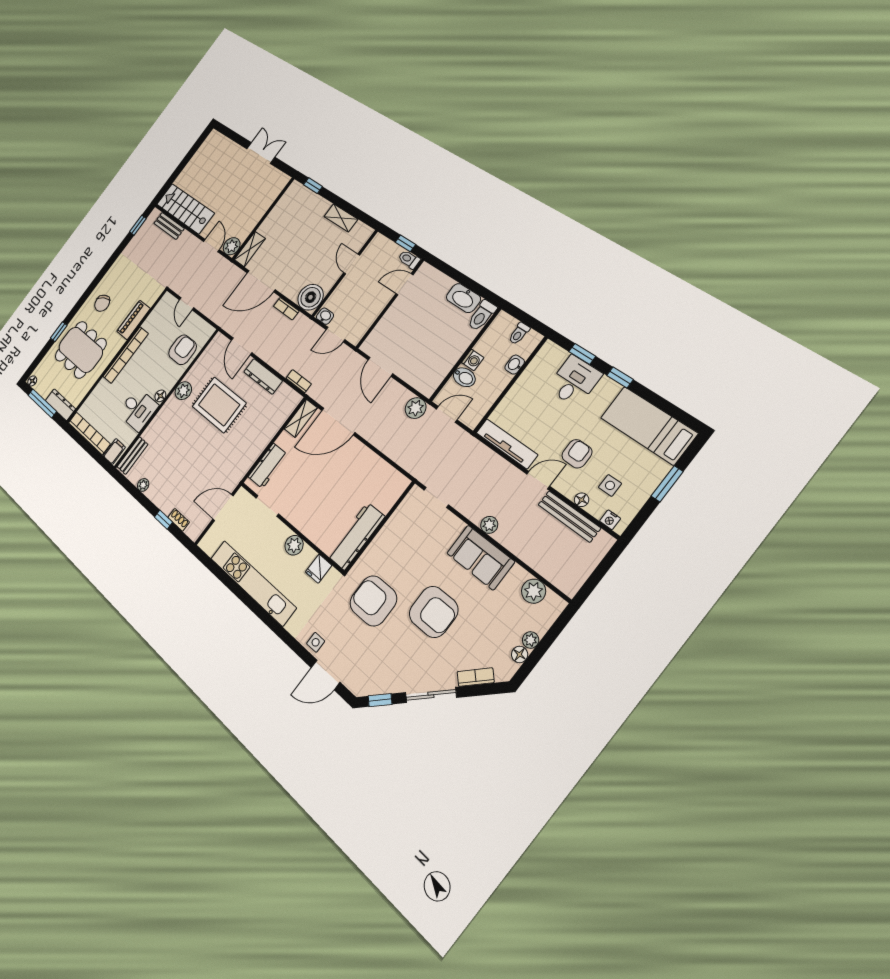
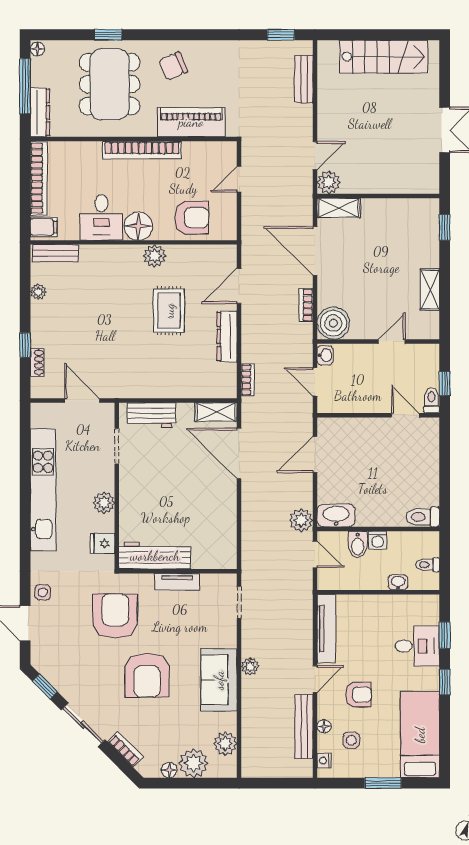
stairs: (185, 209) -> (384, 57), moved, turned 90
washbasin: (463, 298) -> (336, 515), moved, turned 90
piano: (134, 320) -> (191, 122), width x1.37, depth x1.33
floor lamp: (160, 396) -> (138, 226), width x1.89, depth x1.89
rug: (219, 405) -> (169, 311), width x0.73, depth x0.70
door: (538, 480) -> (315, 679), hinge flipped
tv unit: (386, 534) -> (177, 582), added
plant: (531, 640) -> (194, 763), width x1.87, depth x1.87

